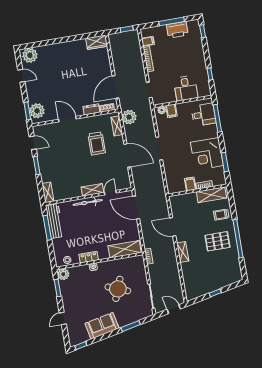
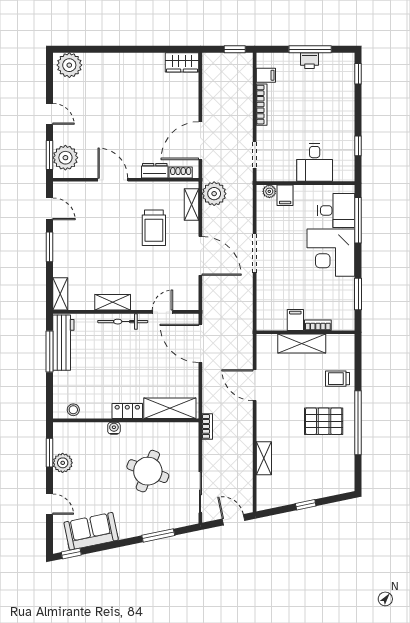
printer: (177, 30) -> (309, 61), width x0.53, depth x0.68
door: (21, 76) -> (50, 114), moved
corner desk: (207, 154) -> (331, 253), moved
shelving: (92, 190) -> (113, 302), moved
shelving: (211, 195) -> (302, 344), moved
shelving: (183, 252) -> (264, 458), moved
locker: (89, 257) -> (127, 411), moved
plant: (63, 274) -> (63, 463), moved
door: (63, 318) -> (50, 504), swing flipped
sofa: (102, 326) -> (91, 531), moved

